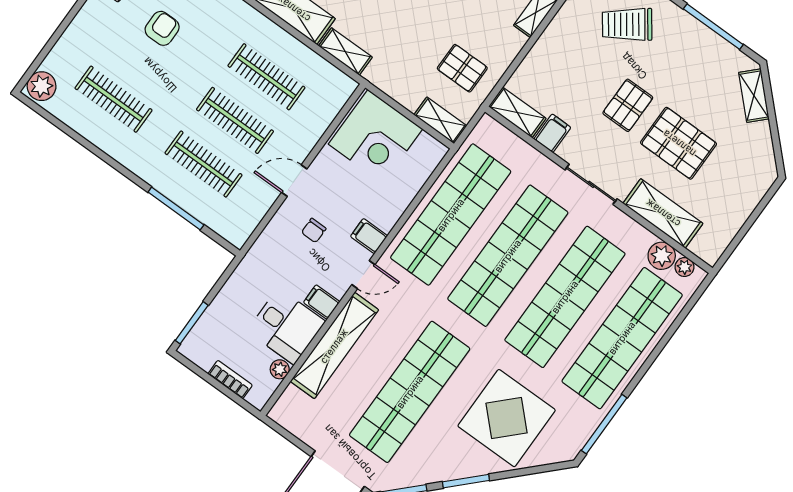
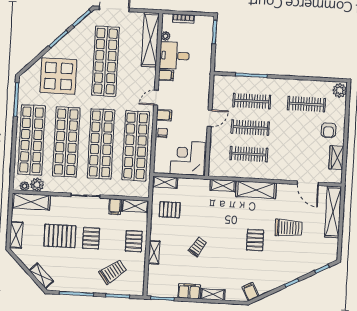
armchair: (162, 28) -> (329, 130), moved
pallet: (558, 54) -> (134, 241), added
shelving: (752, 193) -> (16, 235), added
shelving: (663, 213) -> (31, 202), moved
chair: (314, 231) -> (162, 133), moved
shelving: (334, 346) -> (150, 40), moved

